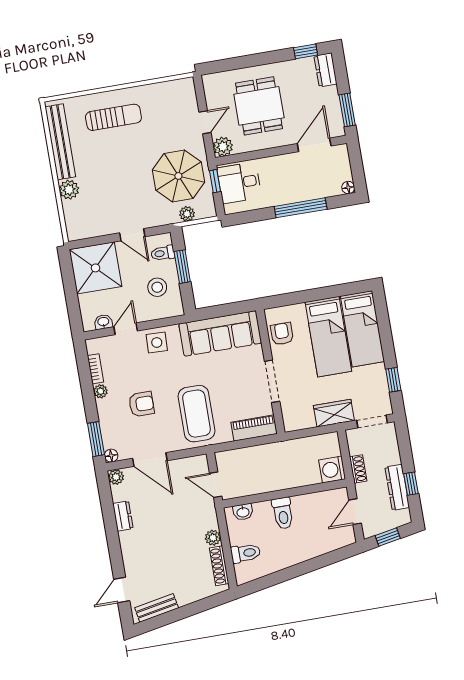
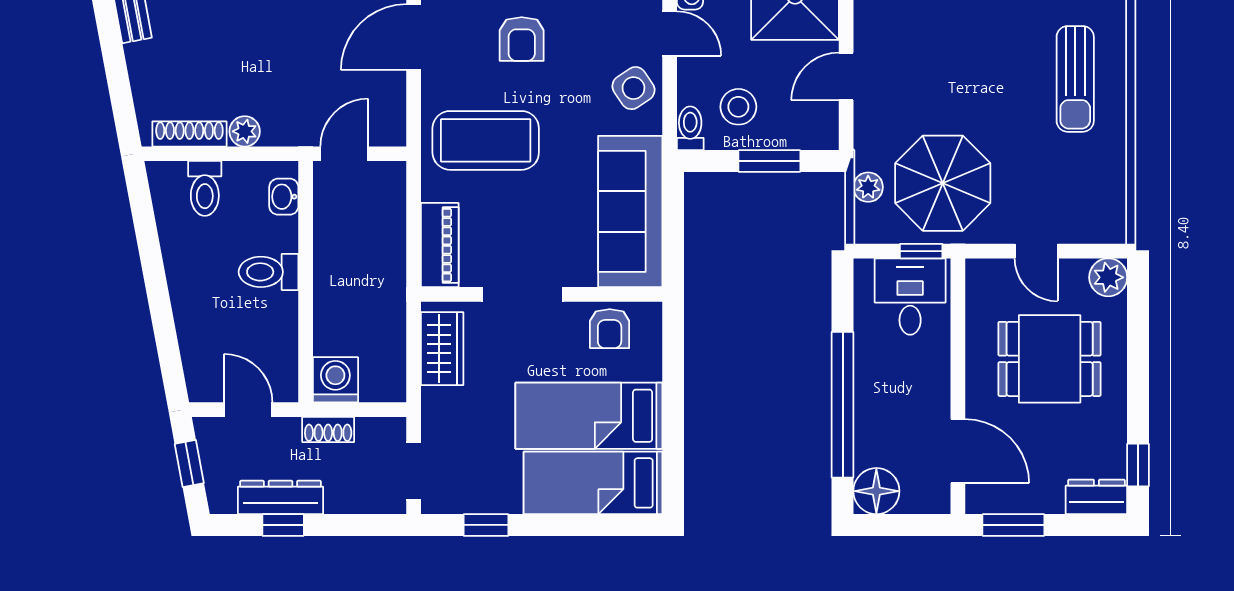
plant: (223, 147) -> (1108, 277), moved
floor lamp: (348, 188) -> (876, 491), width x1.89, depth x1.89
window: (301, 208) -> (843, 405), width x1.46
toilet: (163, 253) -> (690, 128), moved
armchair: (282, 334) -> (610, 329), turned 90
side table: (157, 343) -> (633, 88), turned -36
wardrobe: (334, 413) -> (442, 349), moved

